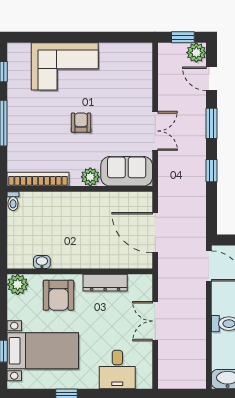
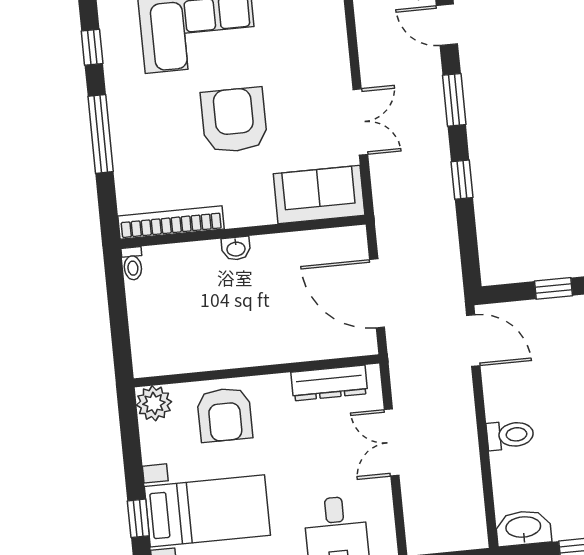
armchair: (81, 123) -> (234, 120), width x1.88, depth x1.88
plant: (90, 177) -> (259, 210), removed
washbasin: (42, 262) -> (236, 248), moved, turned 180
dresser: (105, 283) -> (329, 383), moved

